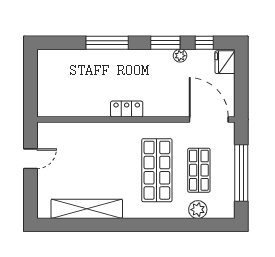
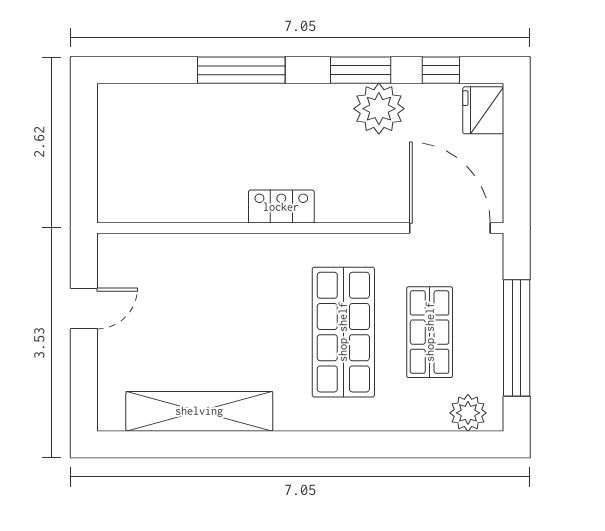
plant: (180, 56) -> (379, 109), width x1.87, depth x1.87
plant: (198, 210) -> (468, 413), moved

